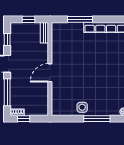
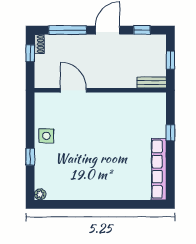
window: (80, 19) -> (170, 133), width x0.46
door: (50, 73) -> (73, 90), moved
window: (97, 119) -> (30, 157), width x0.46

